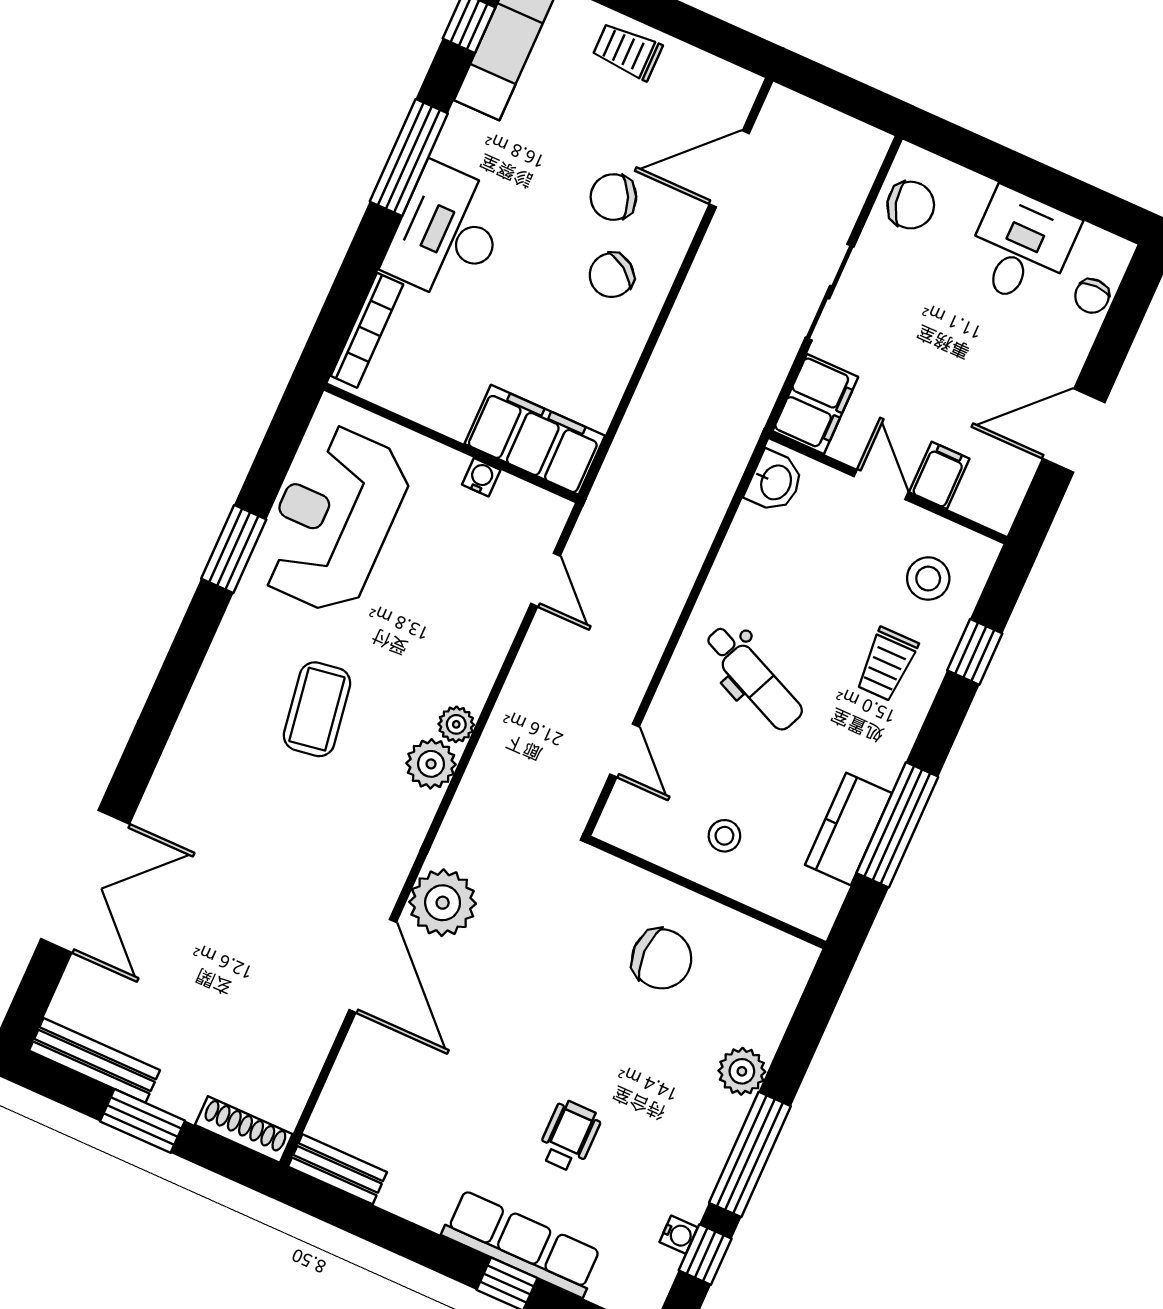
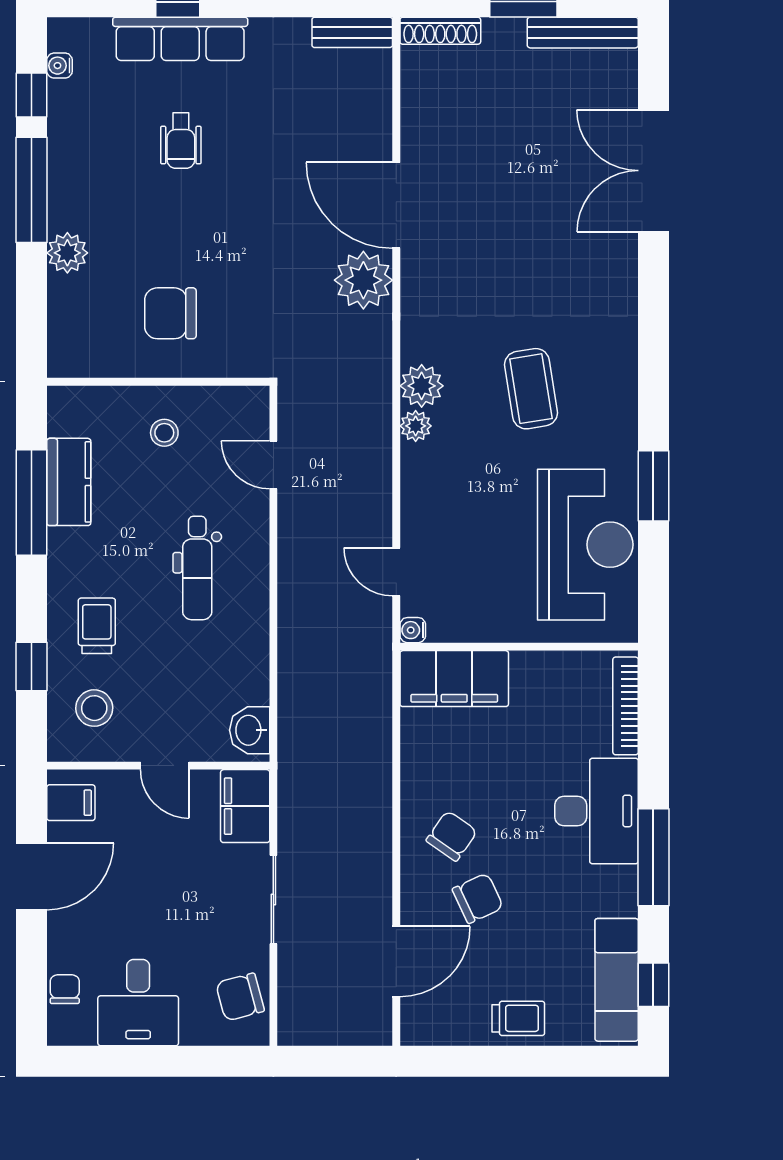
filing cabinet: (939, 475) -> (71, 803), moved, turned -90
water cooler: (481, 477) -> (413, 630), moved, turned 90
dental chair: (753, 678) -> (197, 568), turned -114
water cooler: (679, 1235) -> (60, 66), moved

